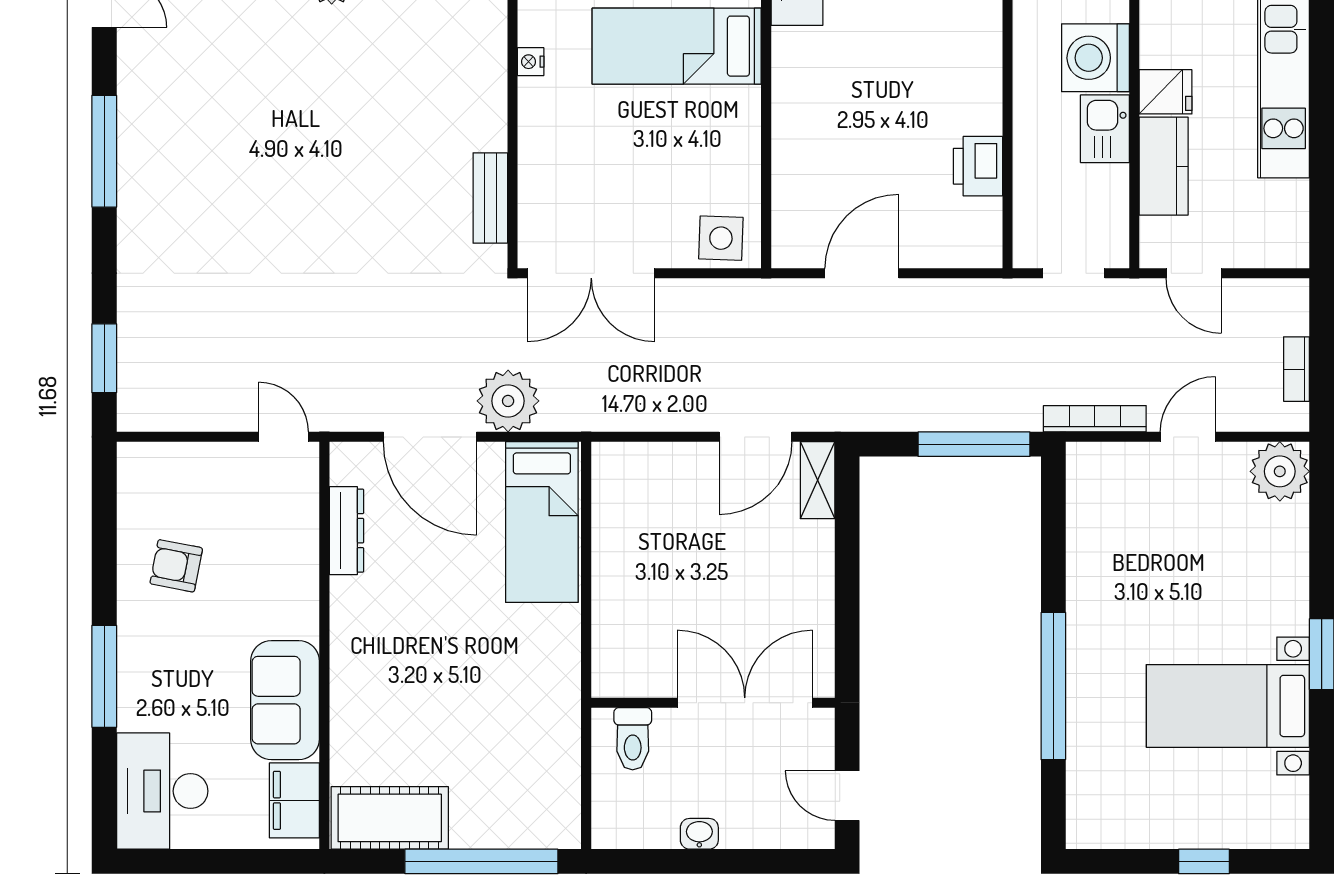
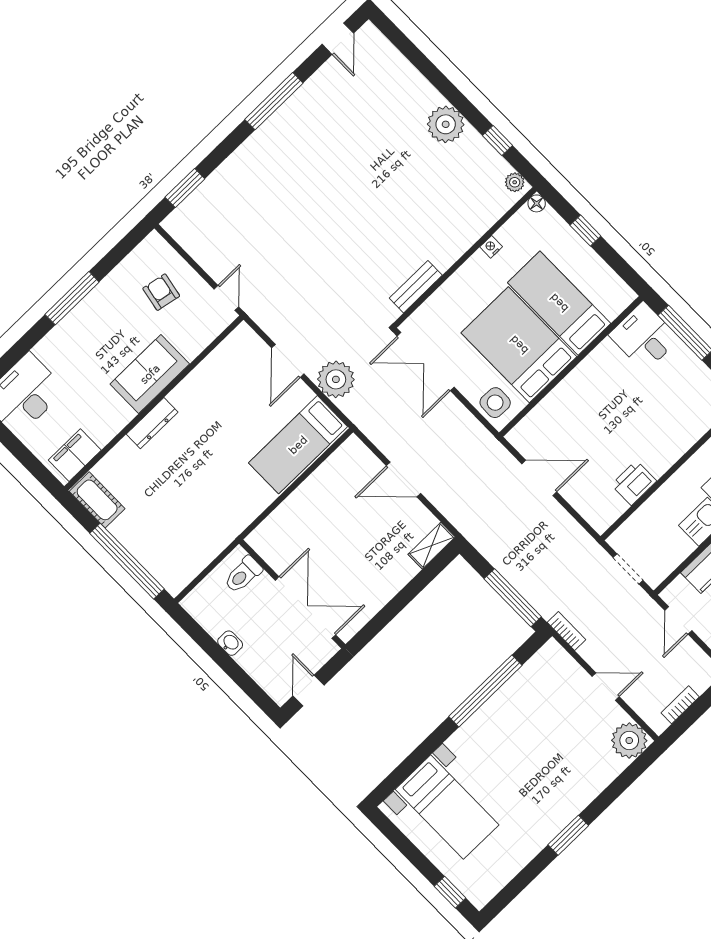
bed: (680, 143) -> (519, 345), added
bookcase: (1095, 419) -> (567, 631), width x0.64
door: (430, 437) -> (288, 361), width x0.73
door: (756, 437) -> (404, 480), moved
dresser: (346, 531) -> (152, 423), moved
armchair: (176, 566) -> (161, 292), moved
window: (104, 676) -> (72, 298), moved
window: (1053, 686) -> (485, 691), moved
sofa: (285, 700) -> (150, 374), moved
bed with nightstands: (1228, 706) -> (447, 807), moved, turned 180
cot: (390, 818) -> (97, 500), width x0.73, depth x0.75
window: (1204, 861) -> (450, 892), moved

